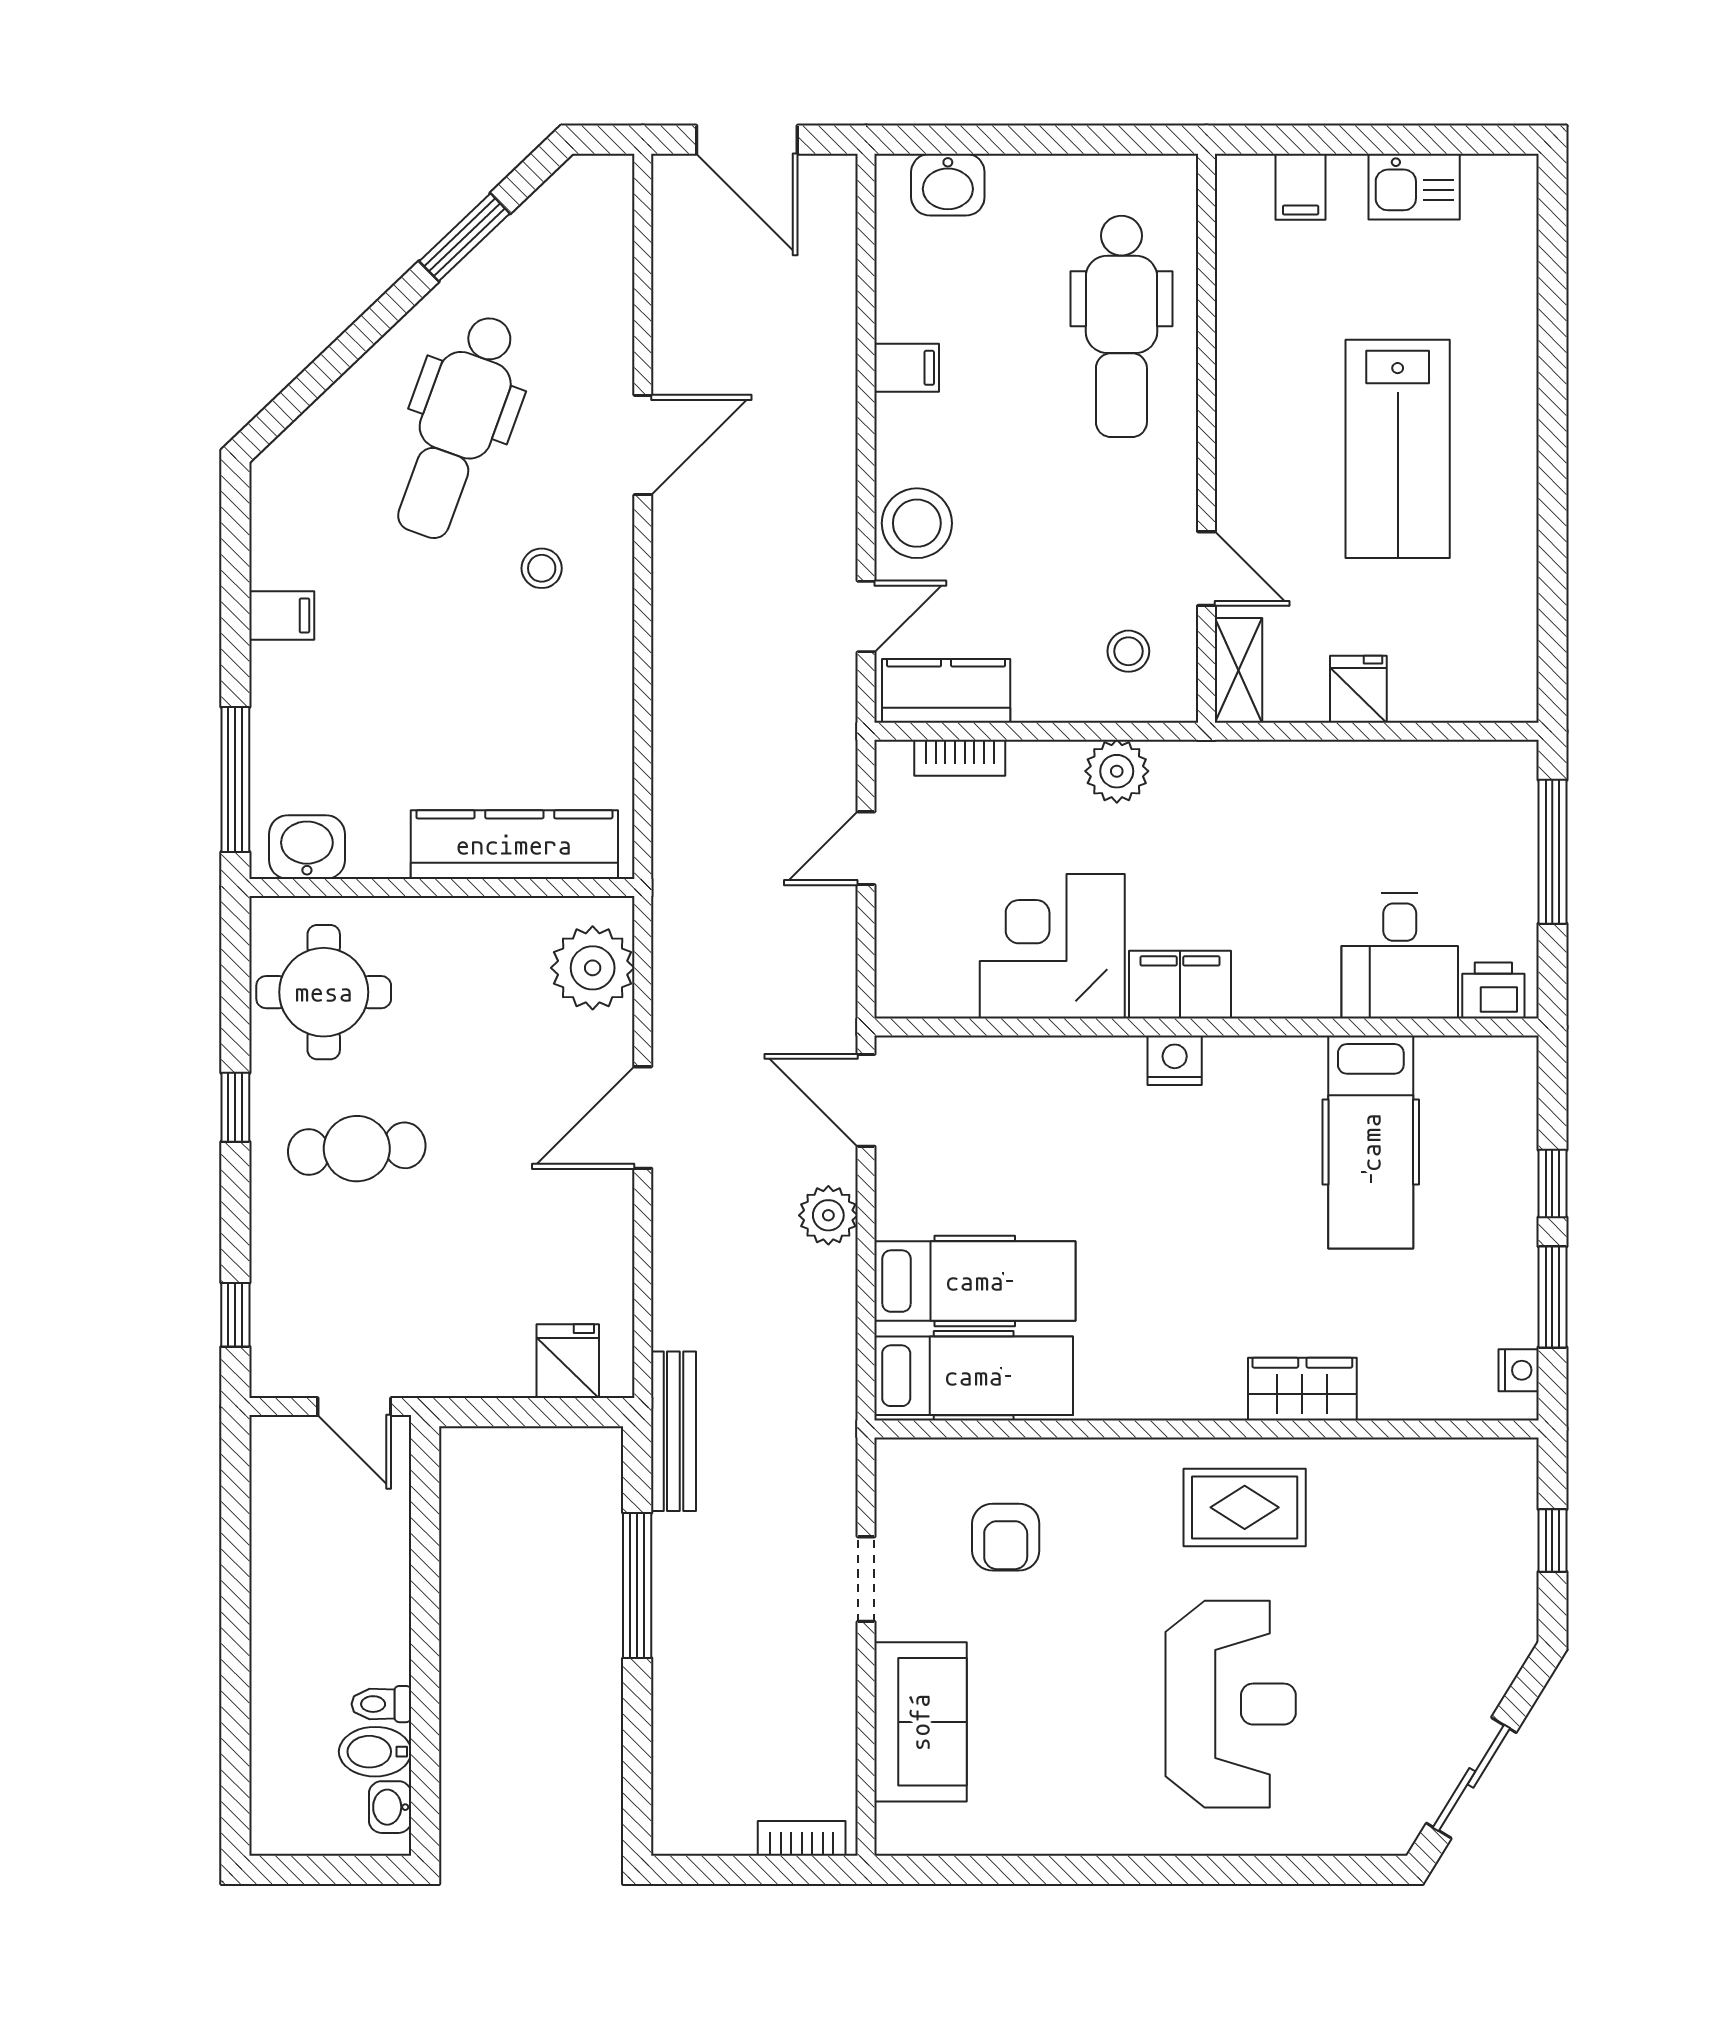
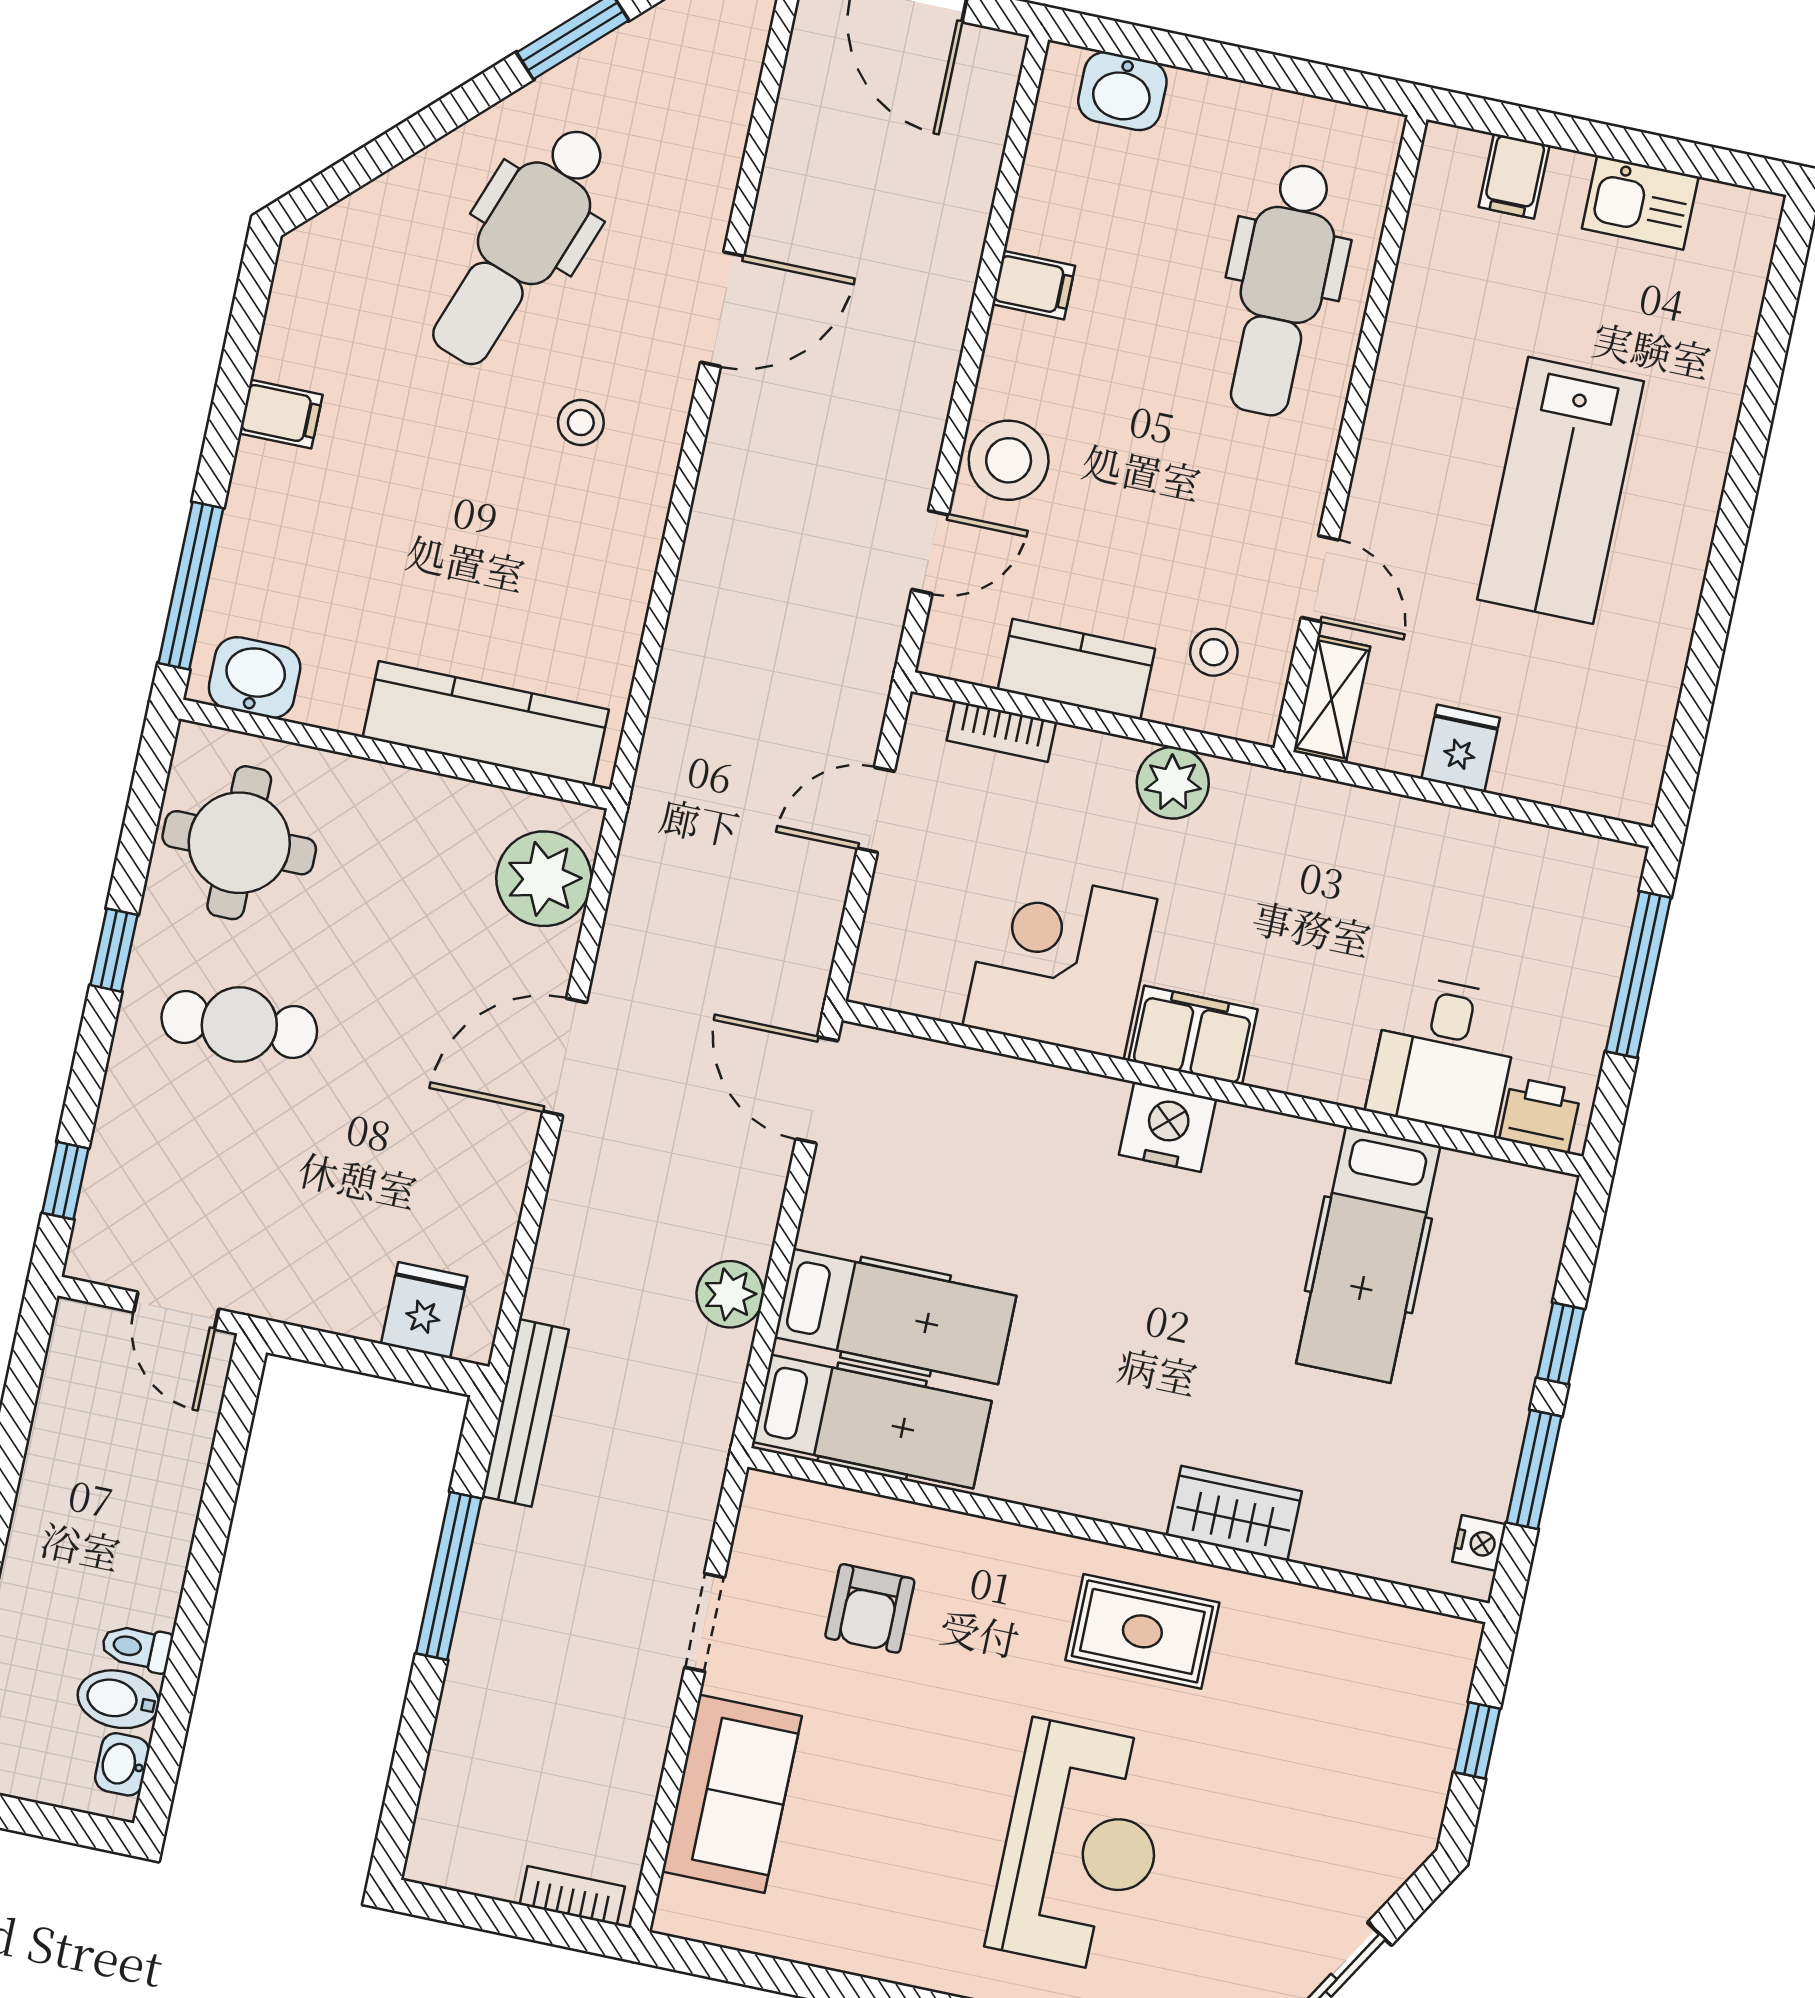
kitchen counter: (946, 691) -> (1076, 669), moved
nightstand: (1175, 1060) -> (1167, 1127), width x1.36, depth x1.33
plant: (828, 1215) -> (730, 1294), moved

